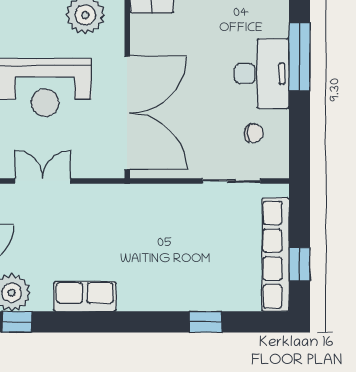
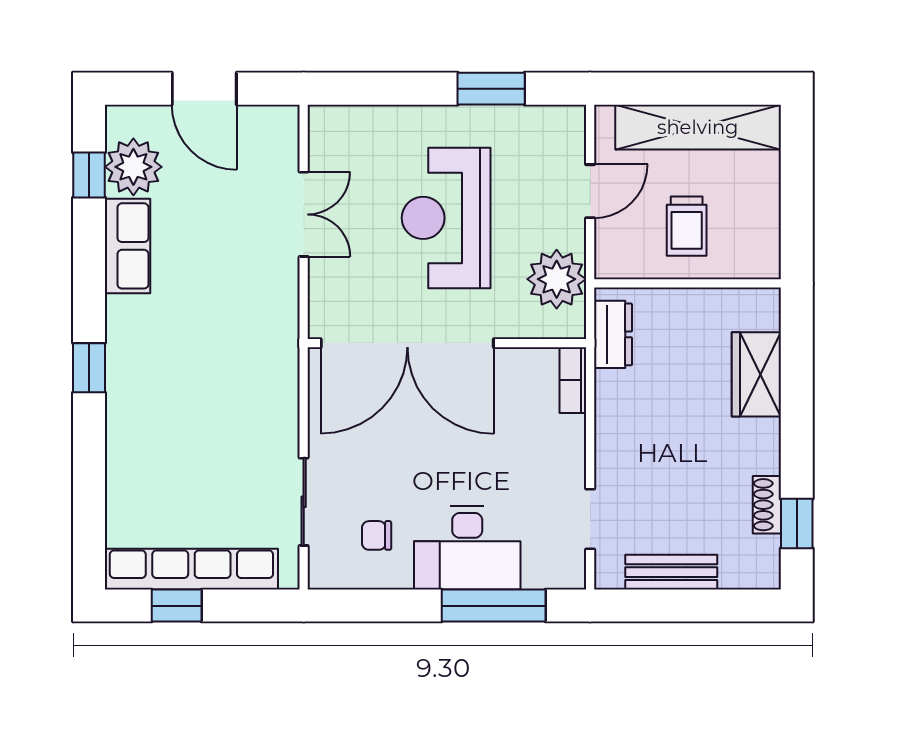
chair: (253, 133) -> (377, 535), turned 90
row of seats: (85, 297) -> (128, 246), moved
window: (206, 322) -> (89, 368), moved

